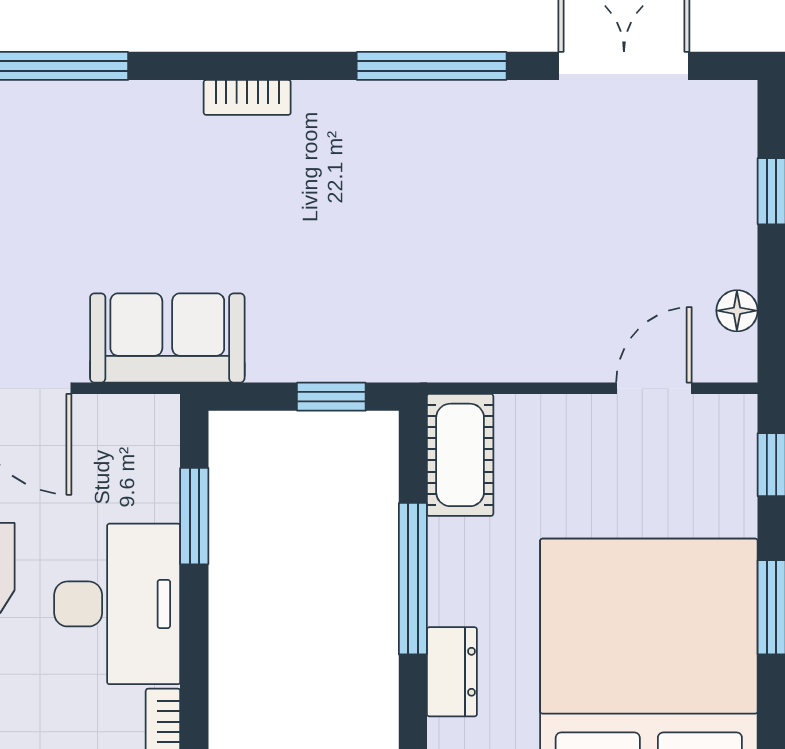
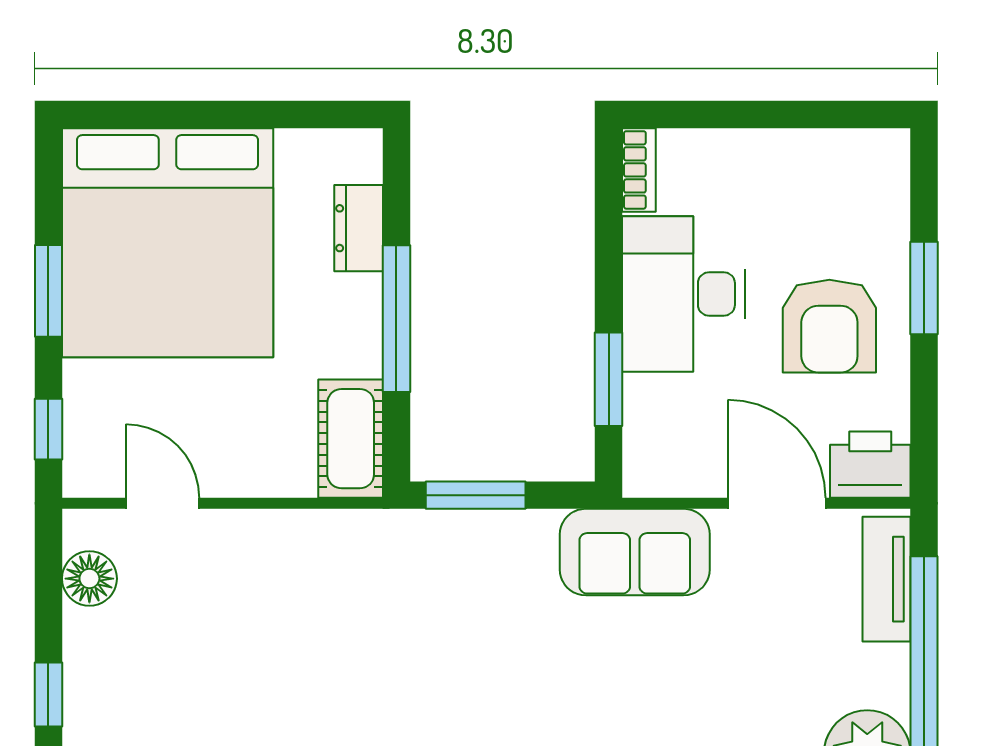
floor lamp: (737, 311) -> (89, 579), width x1.37, depth x1.37
door: (654, 388) -> (163, 503), swing flipped
window: (331, 397) -> (476, 495), width x1.50

